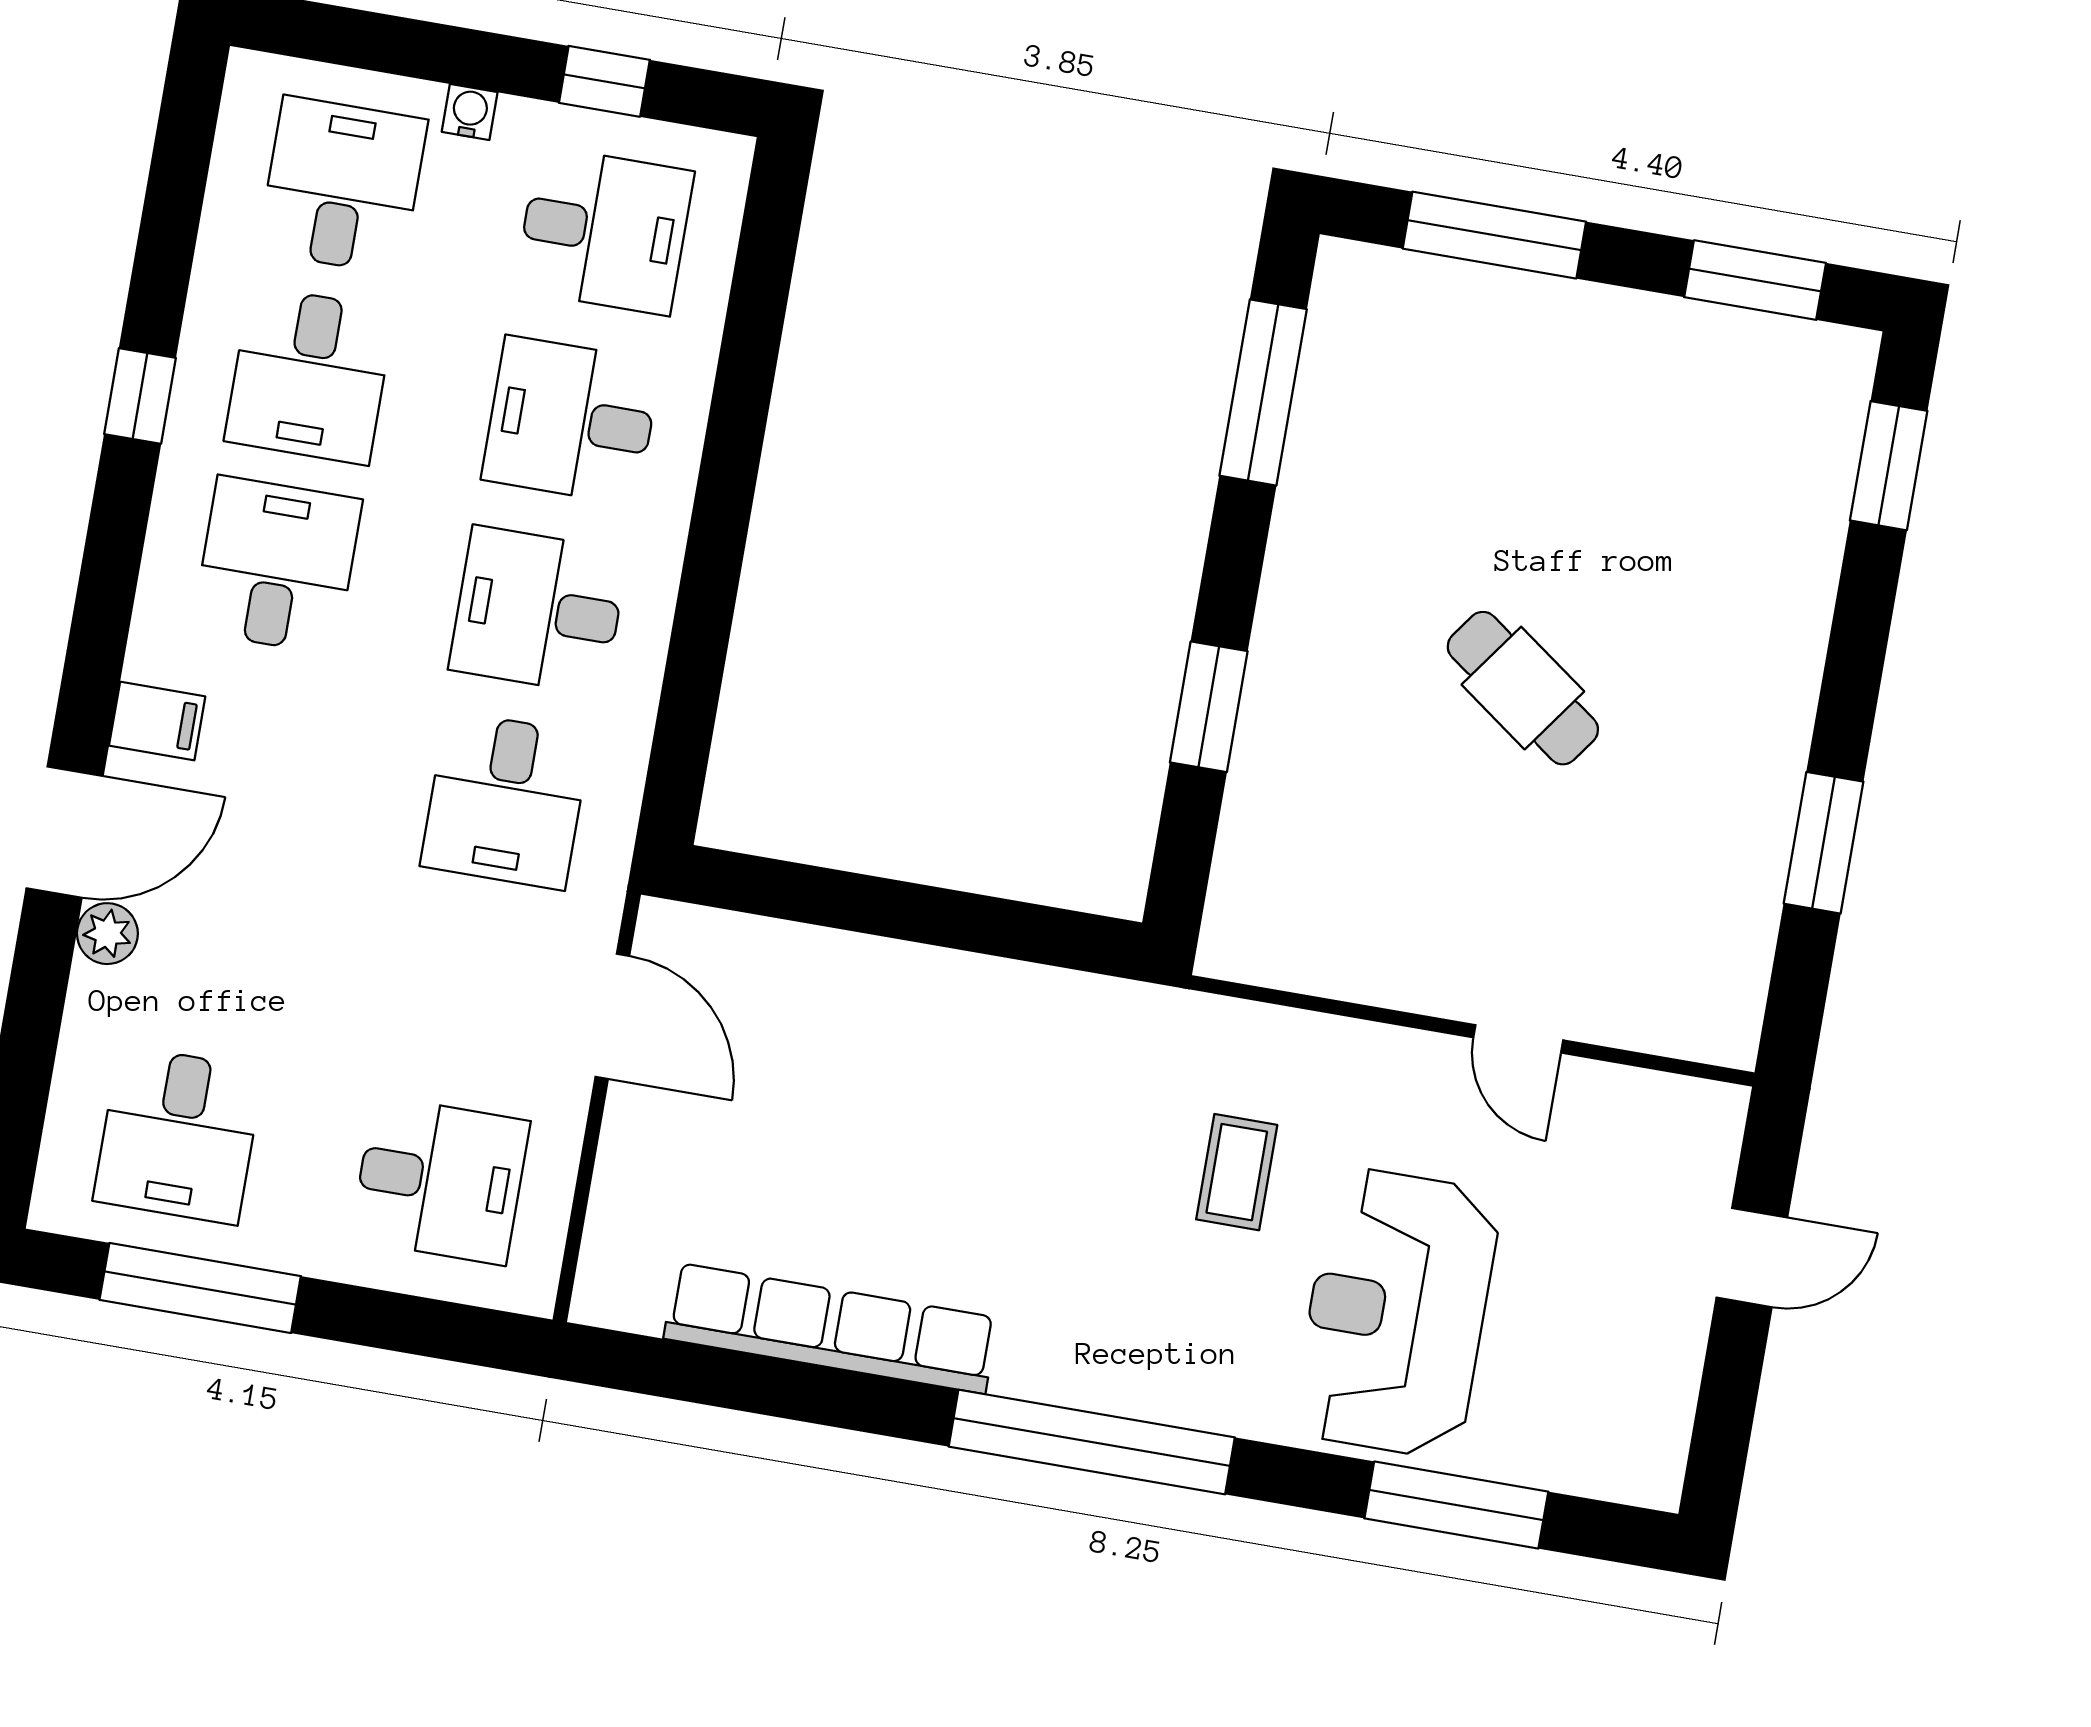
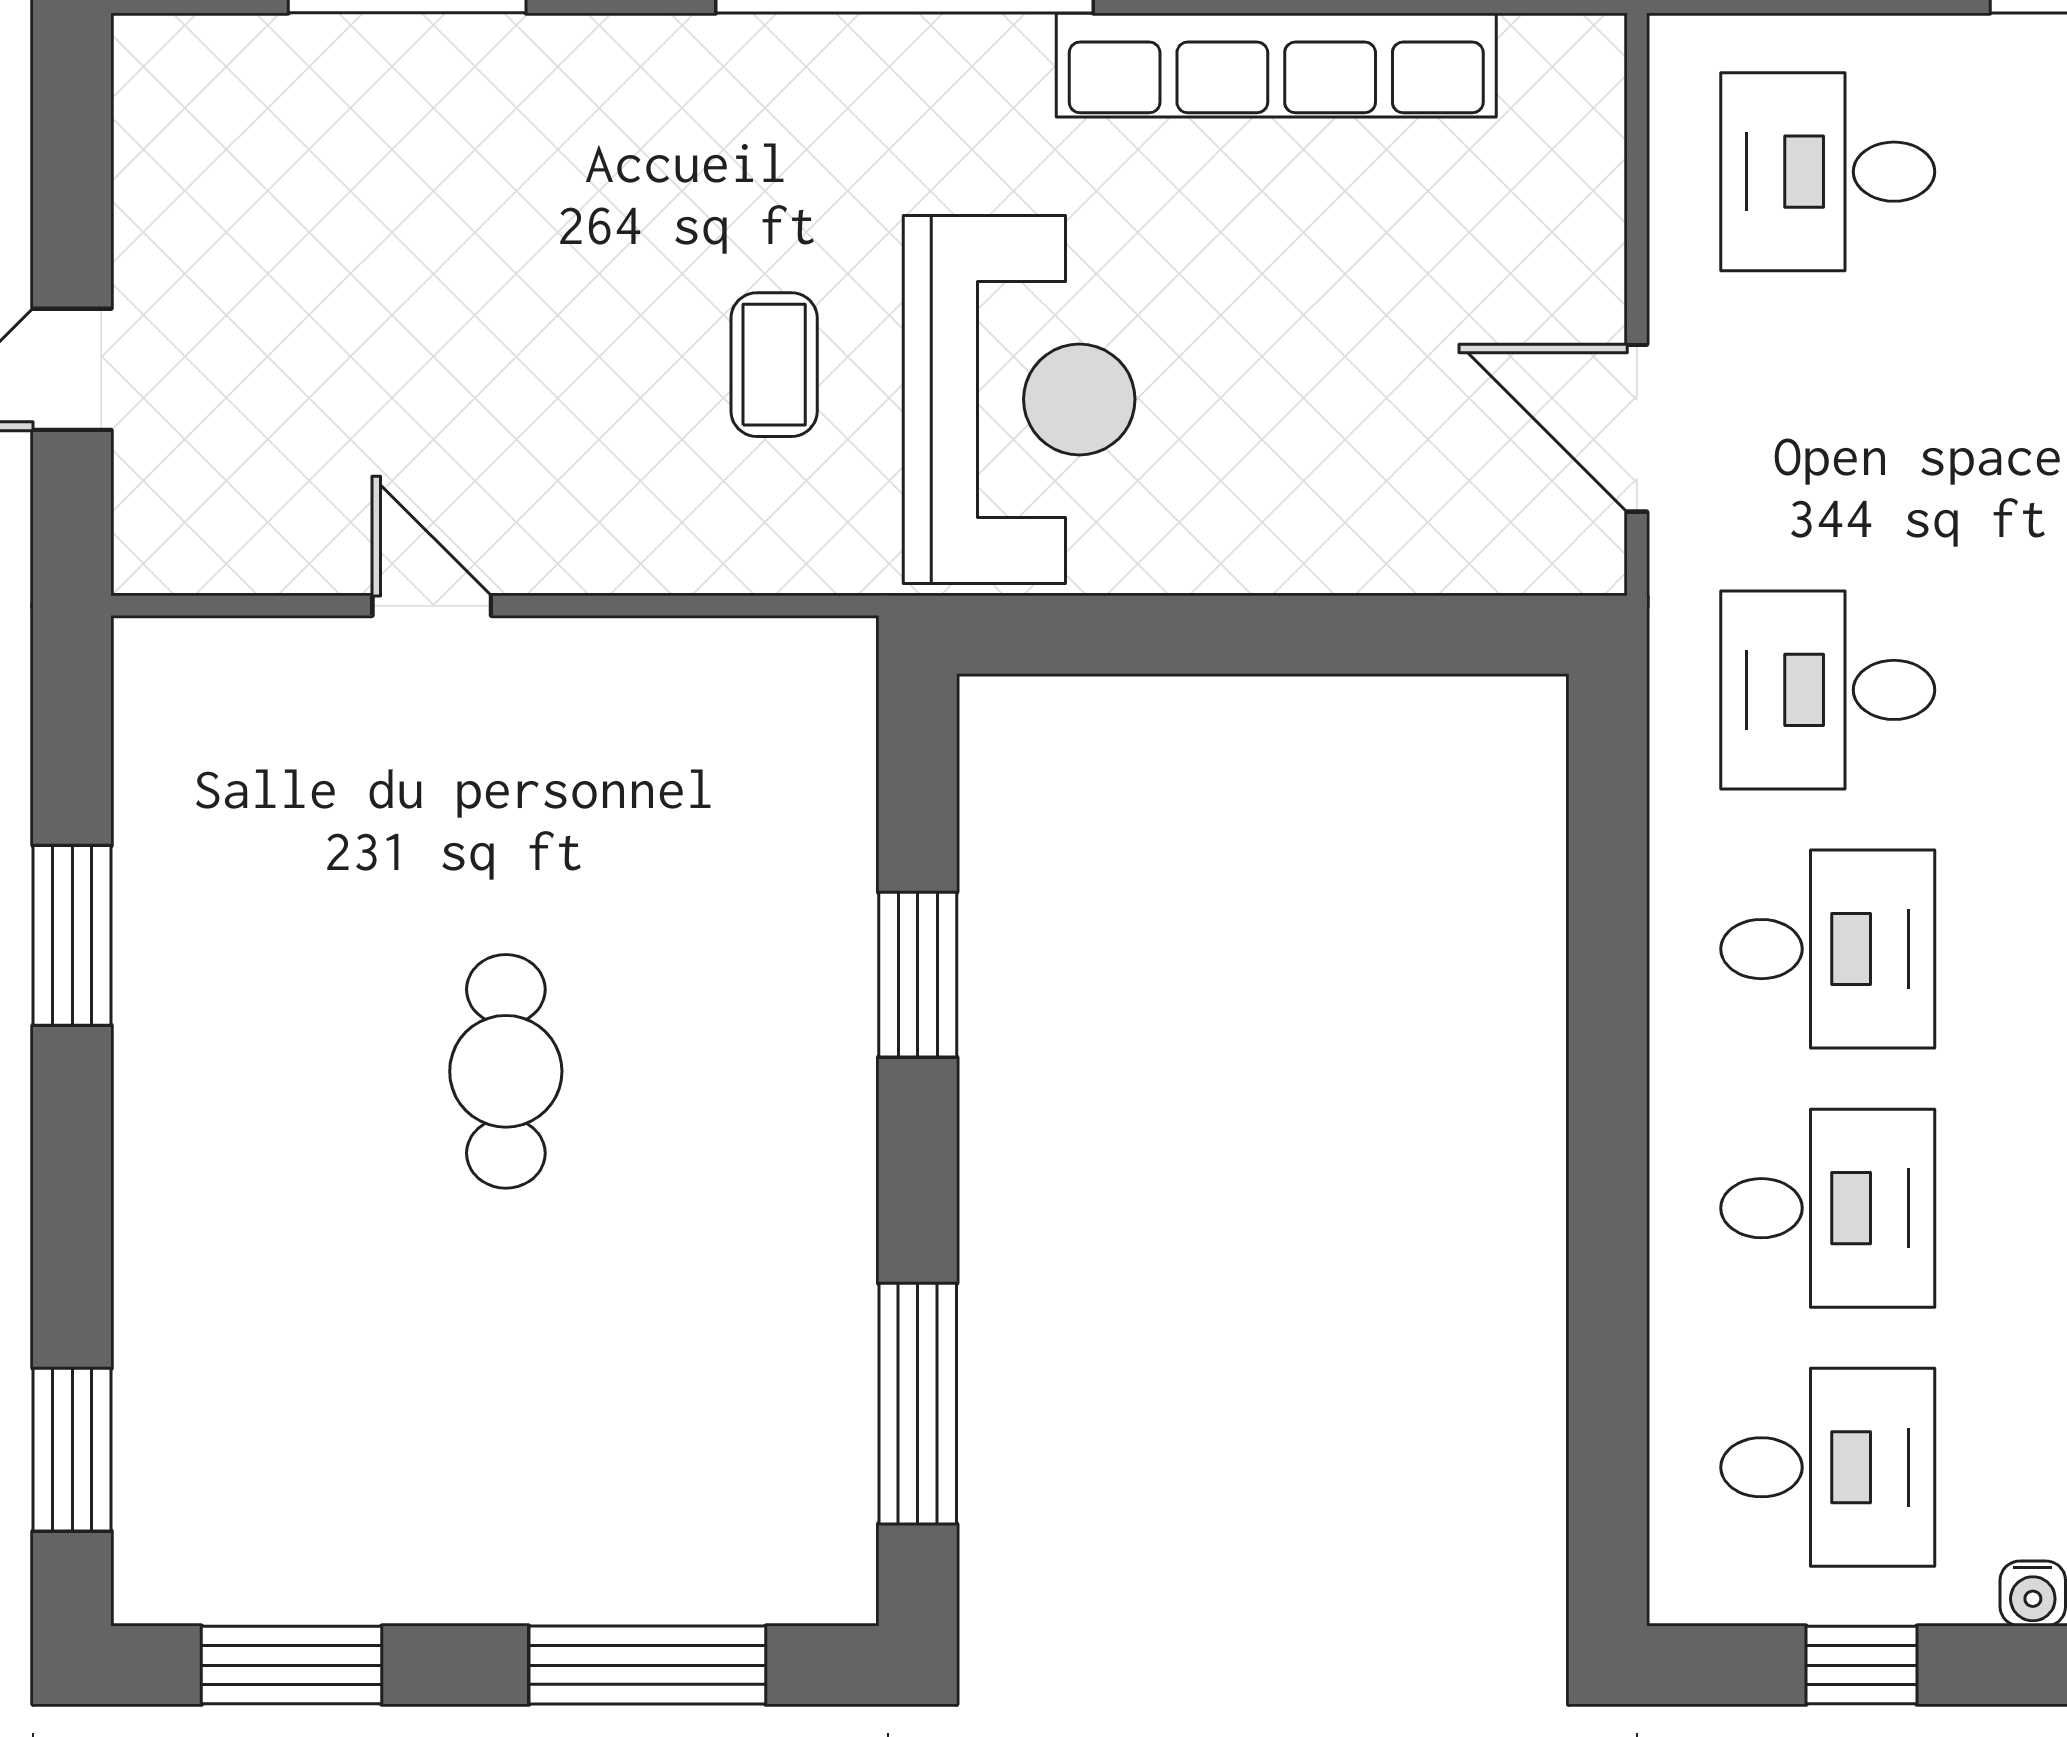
desk: (604, 231) -> (1828, 1467), turned 180
cafe table: (1523, 688) -> (506, 1071), turned 54
desk: (506, 800) -> (1828, 690), turned -90
reception desk: (1397, 1313) -> (1019, 399), moved

